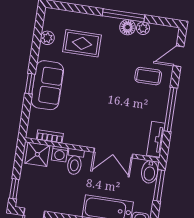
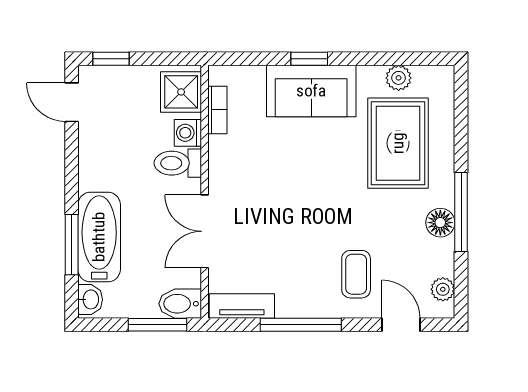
plant: (143, 28) -> (443, 289), moved
rug: (82, 43) -> (398, 143), width x1.36, depth x1.43

